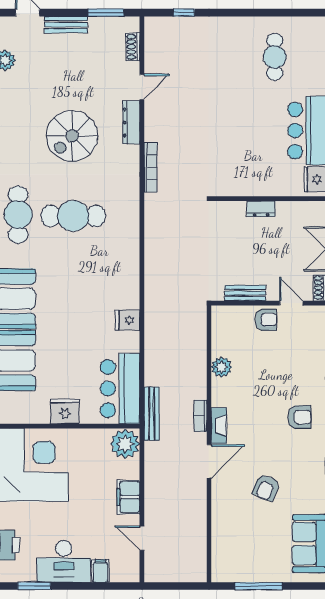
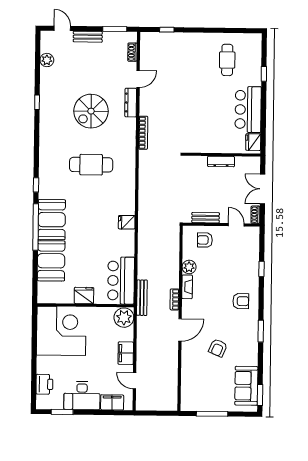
dresser: (261, 209) -> (221, 161), width x1.44
cafe table: (18, 215) -> (54, 163), removed
fridge: (127, 320) -> (127, 222), moved
armchair: (266, 320) -> (205, 240), moved, turned 180
fireplace: (219, 426) -> (187, 287), moved
filing cabinet: (100, 571) -> (112, 402), width x2.00

